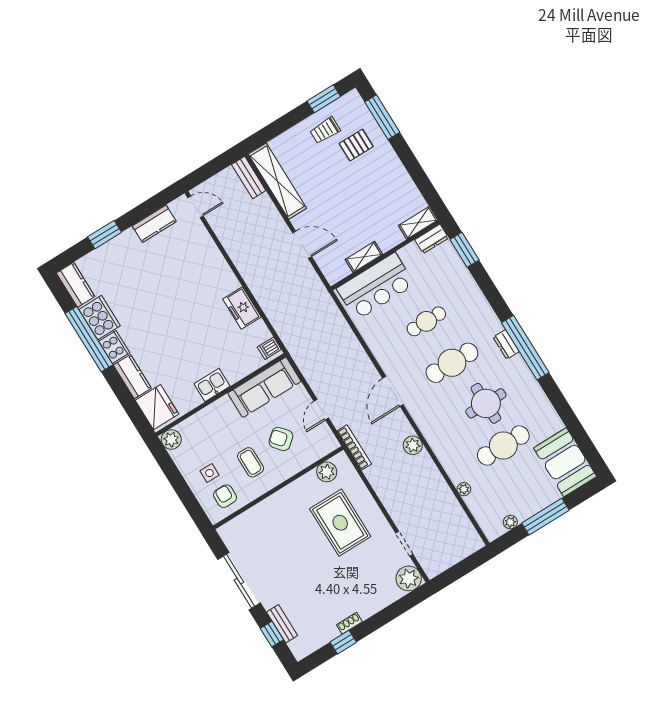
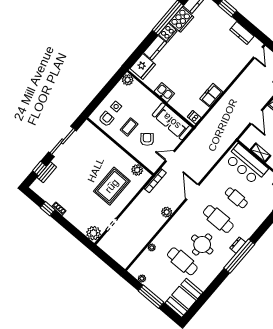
door: (393, 391) -> (192, 192), hinge flipped

